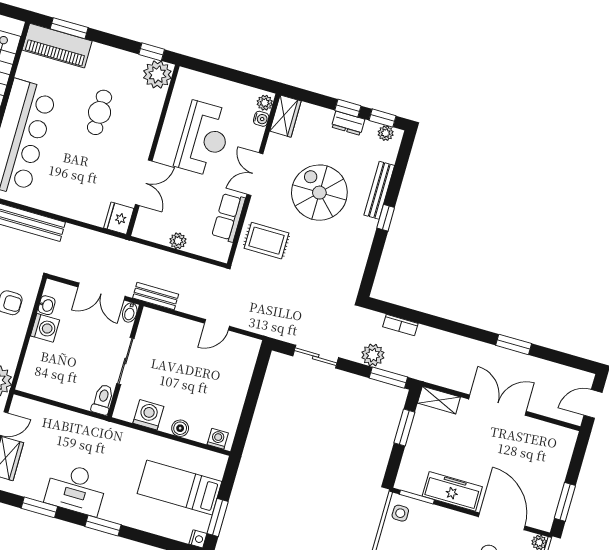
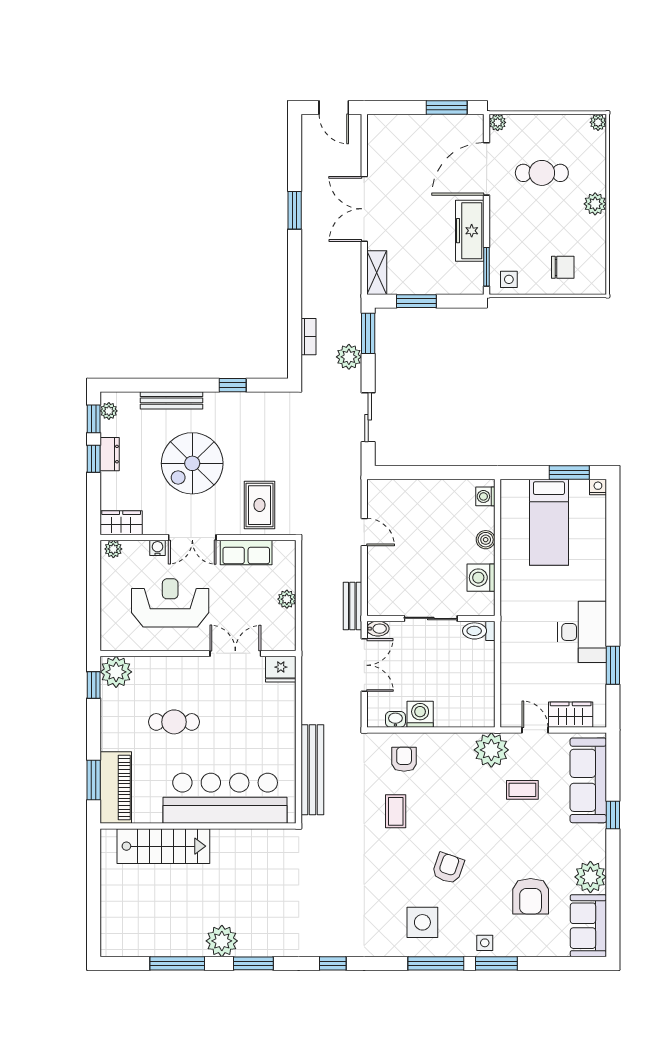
water cooler: (261, 119) -> (158, 548), moved
window: (386, 218) -> (233, 385), moved
window: (103, 526) -> (613, 592), removed

